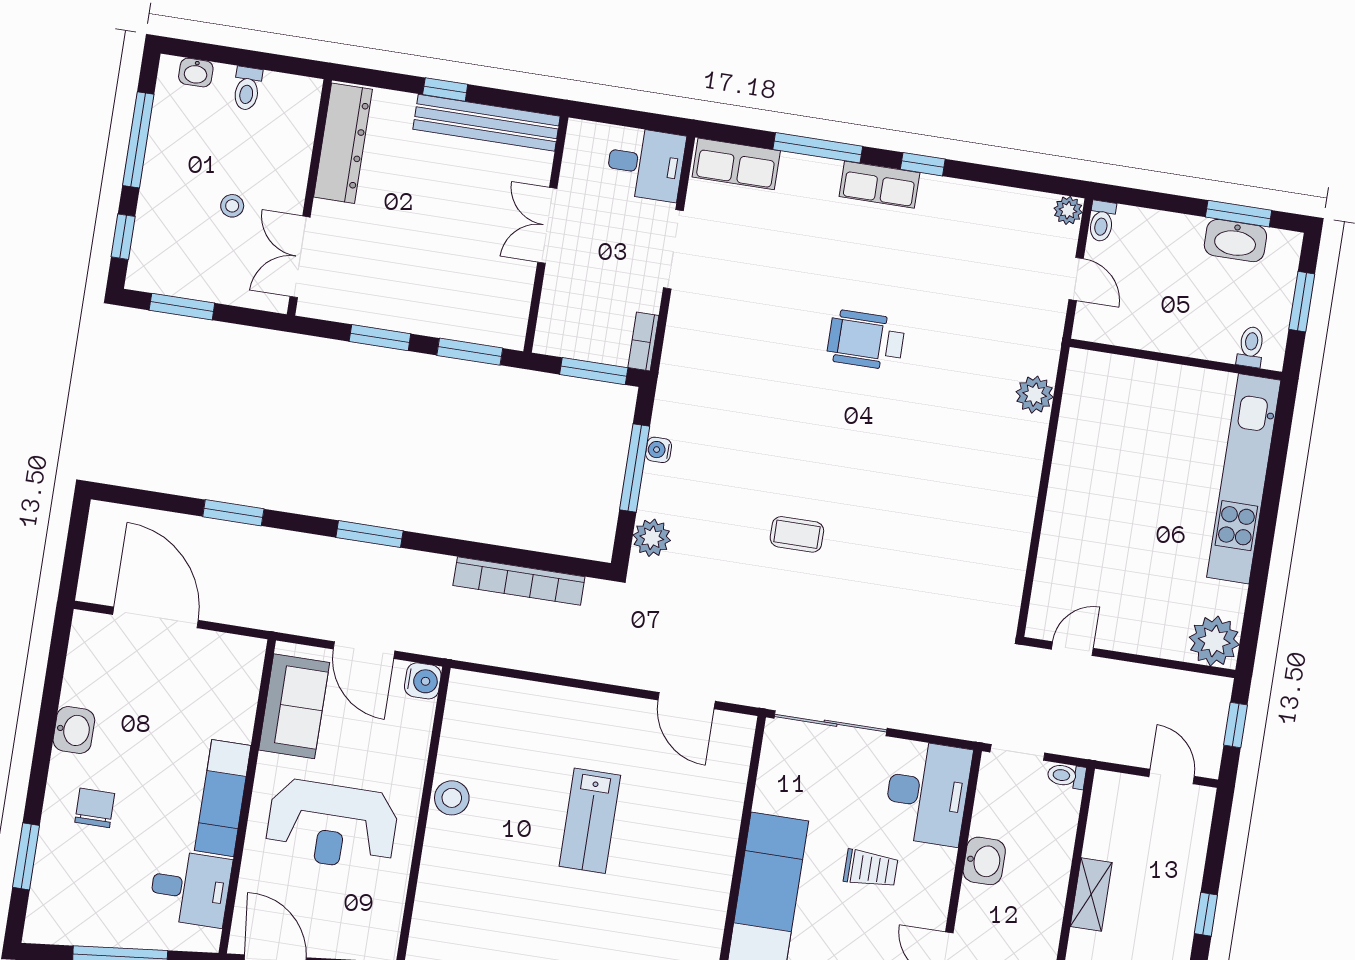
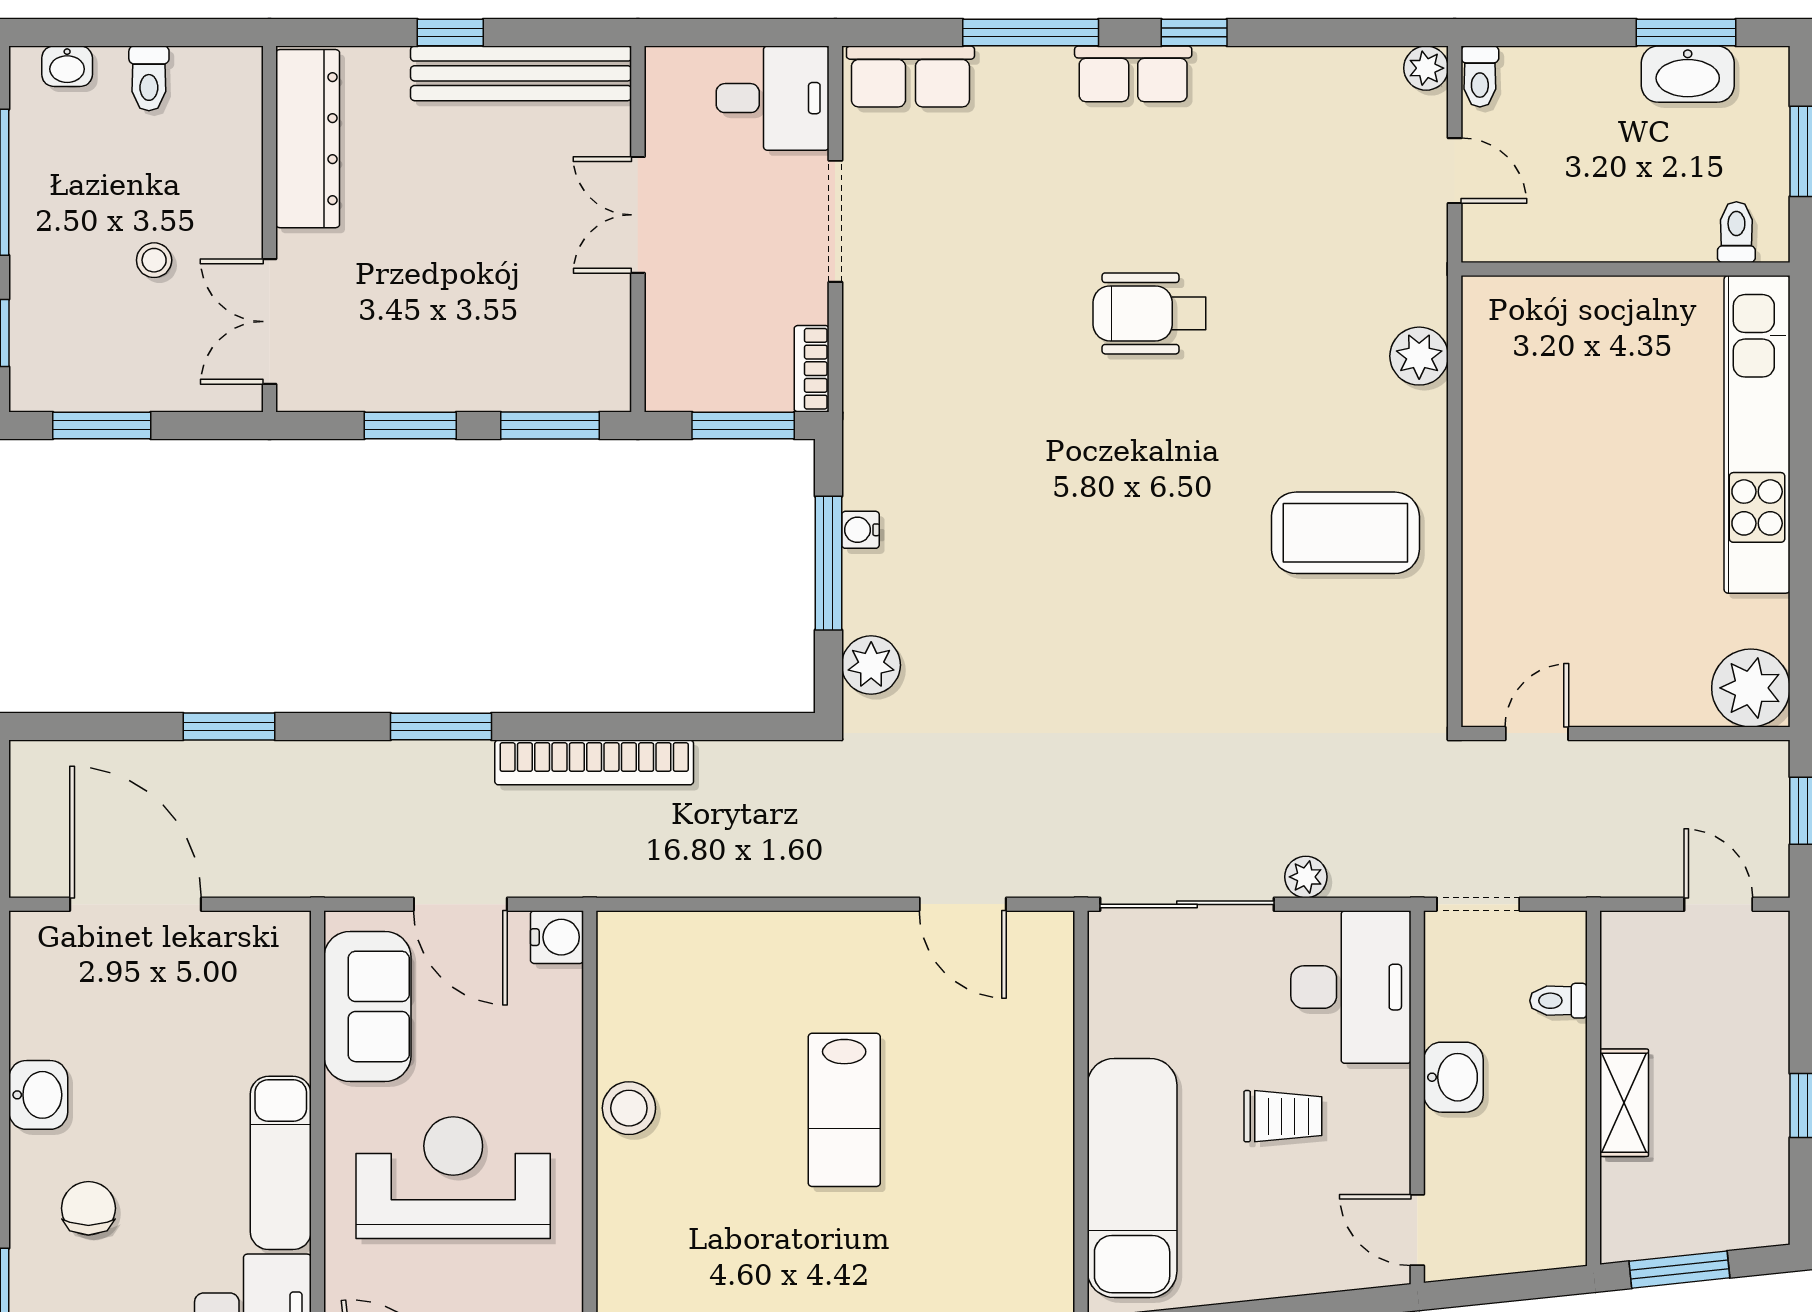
coffee table: (797, 534) -> (1345, 533), moved, width x1.86, depth x1.72
bookcase: (519, 581) -> (594, 762), moved
plant: (910, 718) -> (1306, 877), added
toilet: (1067, 776) -> (1558, 1001), moved
reception desk: (332, 825) -> (453, 1178), turned 180

